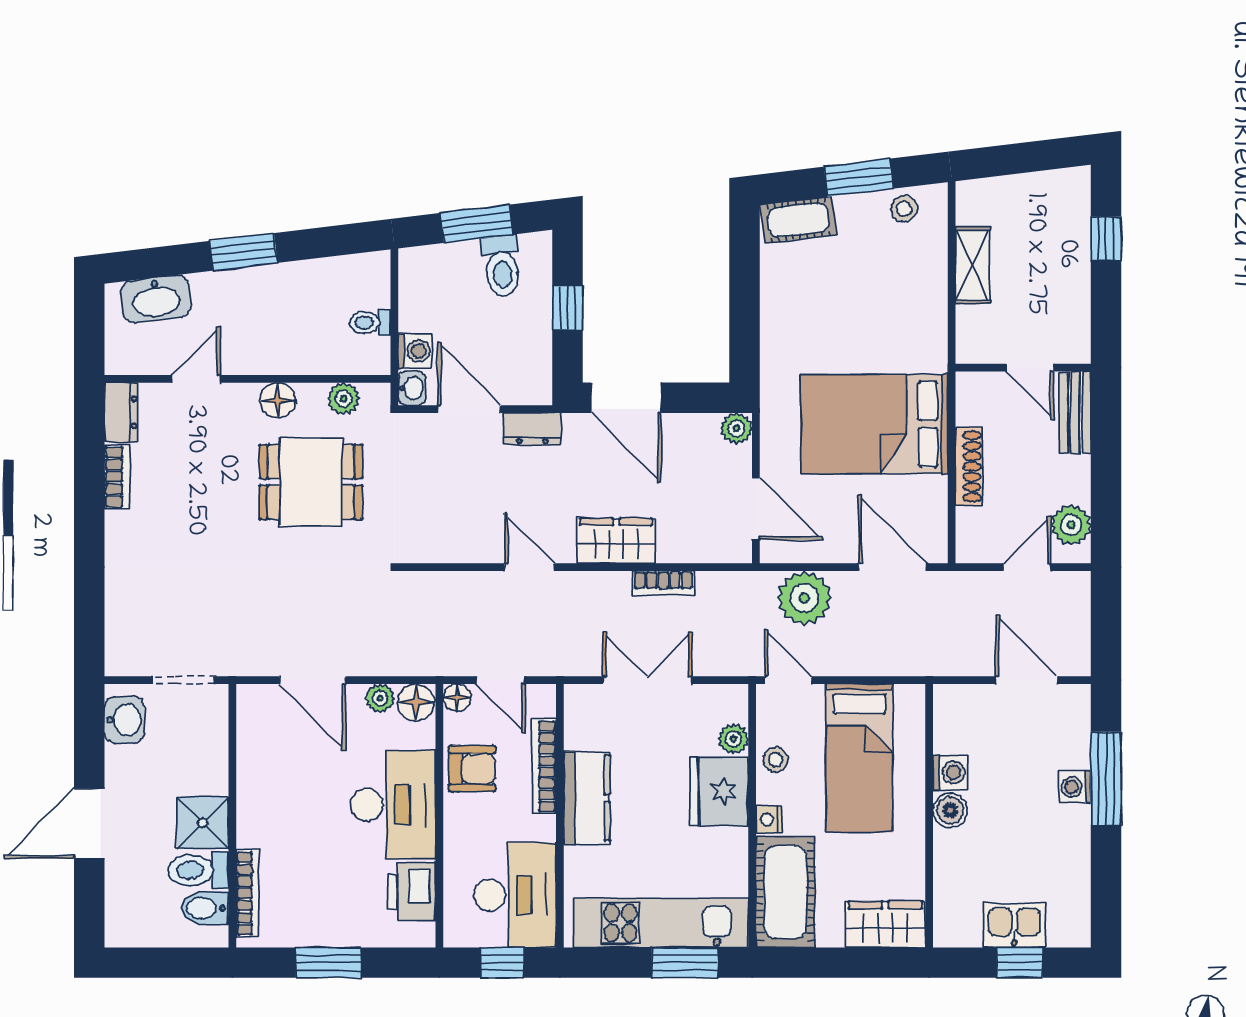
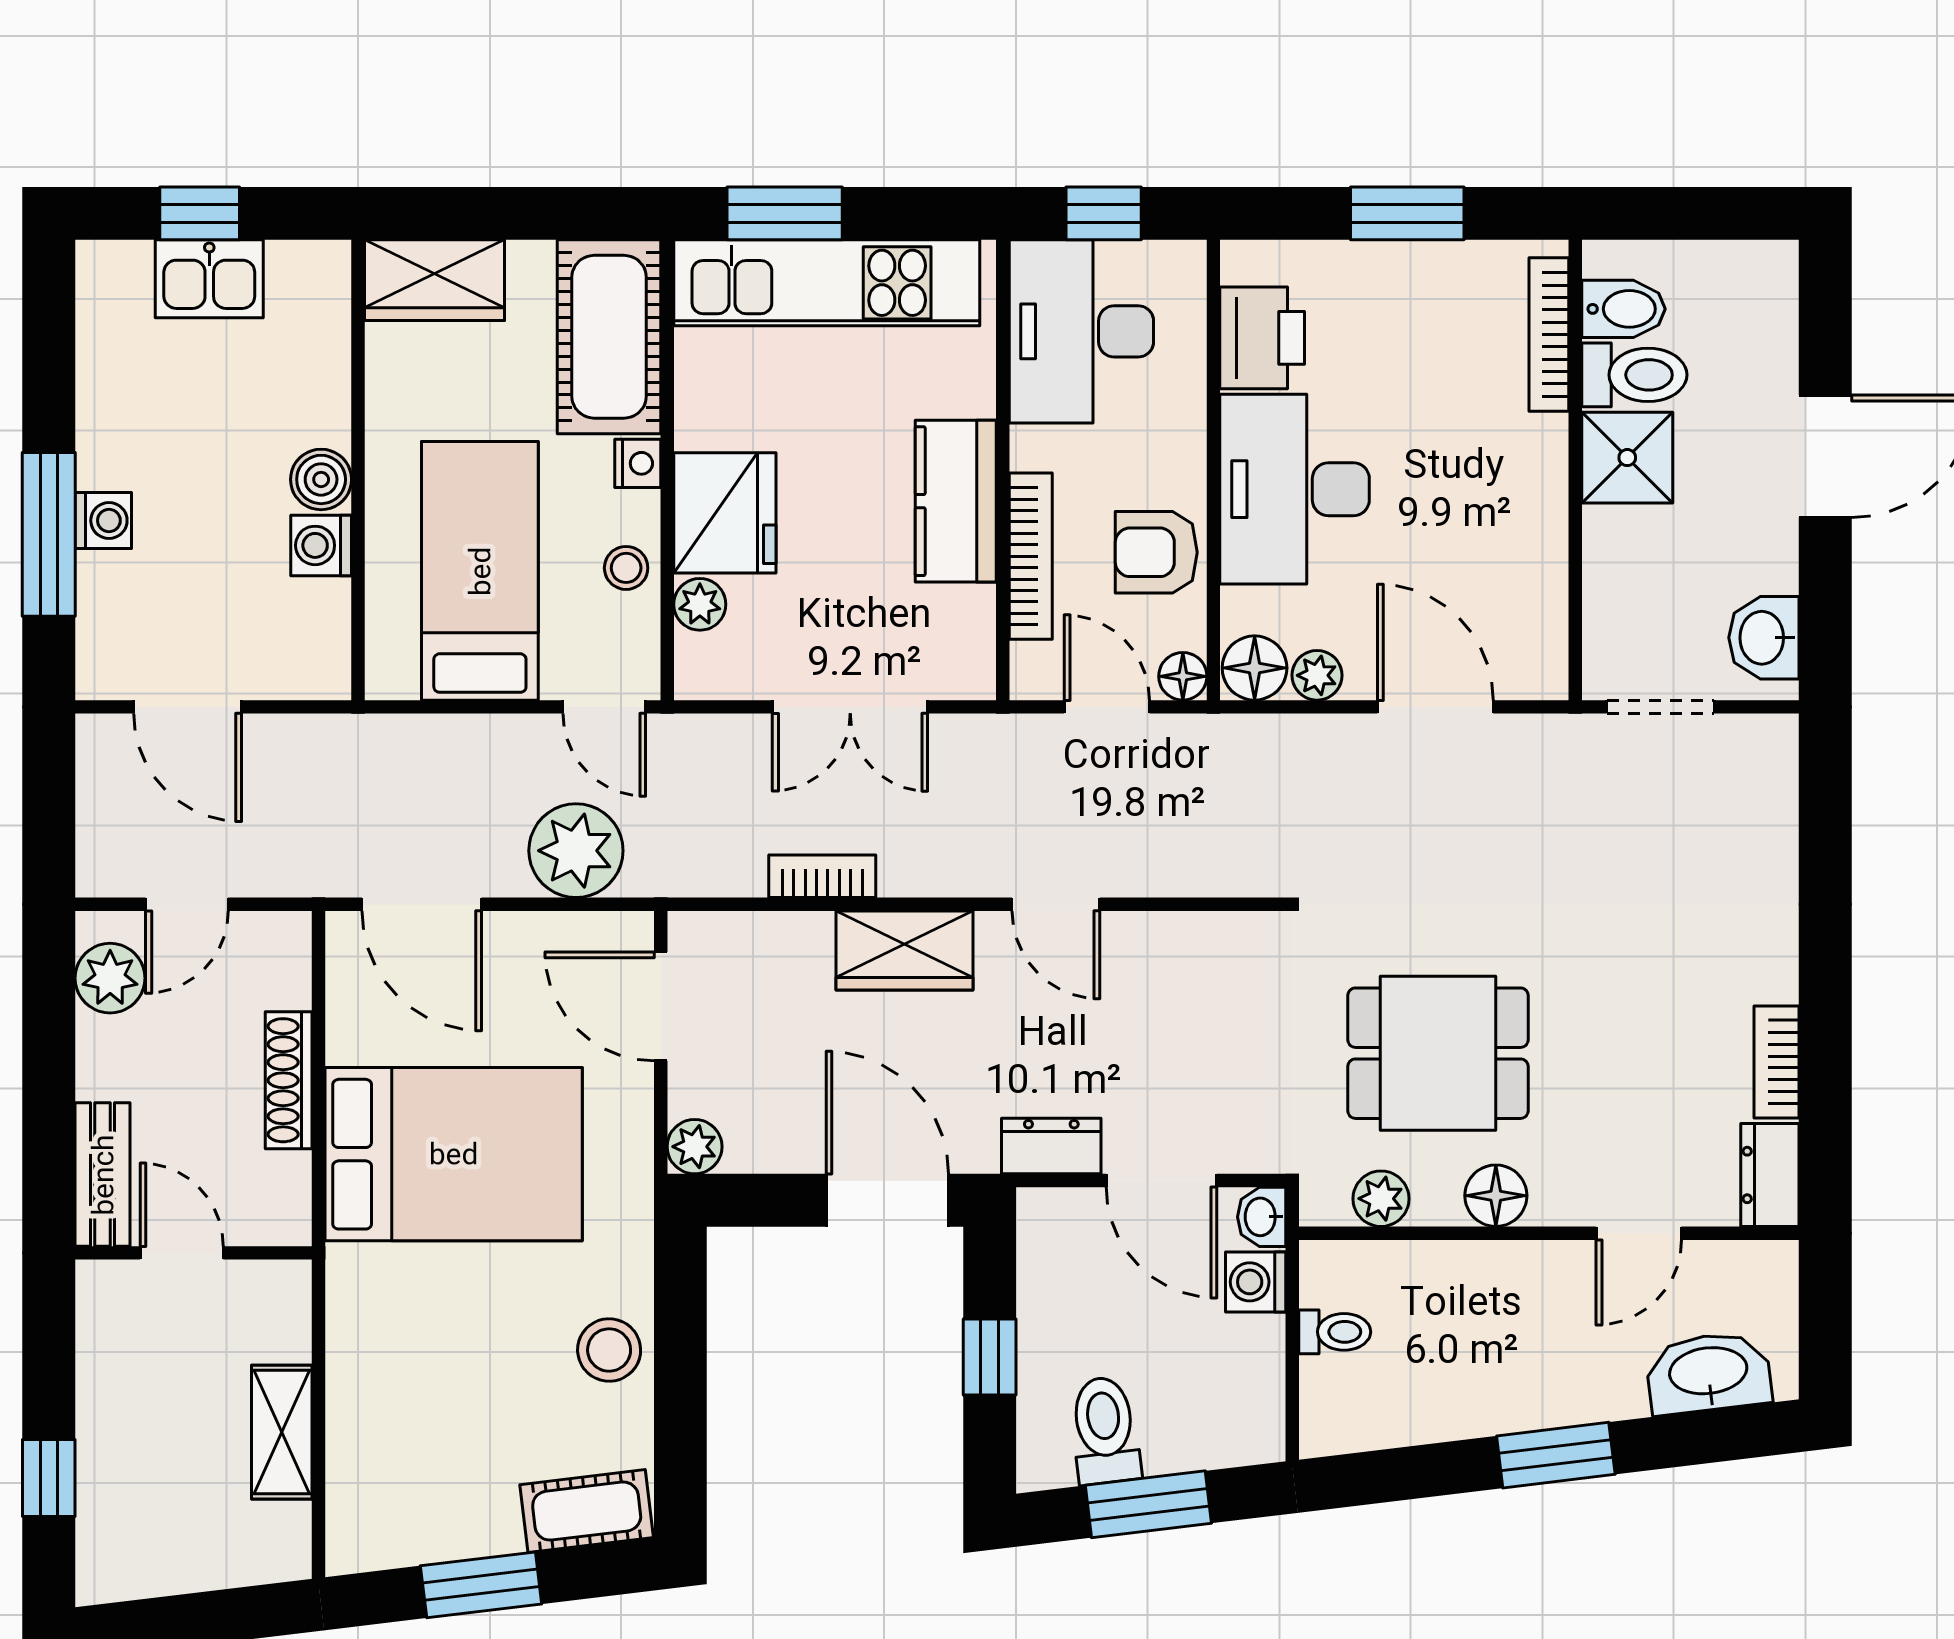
stool: (904, 209) -> (609, 1350), moved, width x1.37, depth x1.37

